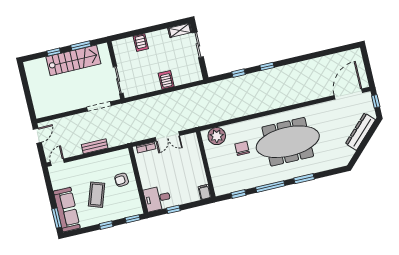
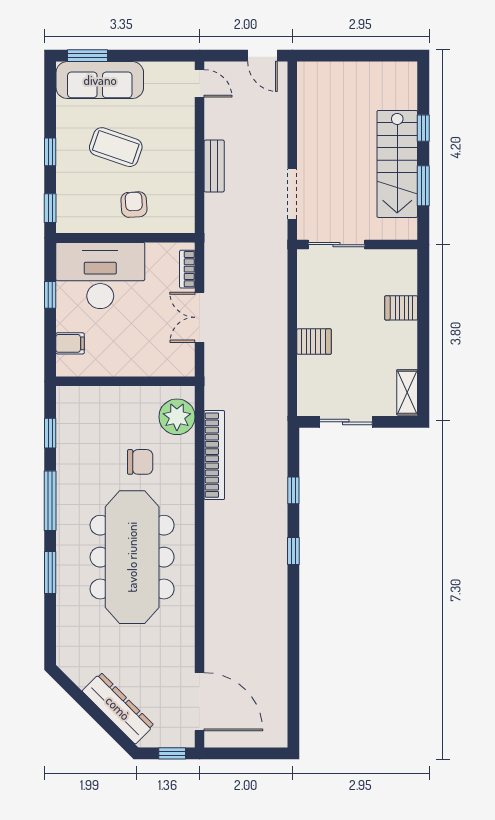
sliding door: (198, 45) -> (346, 422), moved
bookcase: (231, 114) -> (214, 455), added
filing cabinet: (205, 192) -> (70, 343), moved
desk: (157, 198) -> (100, 275), width x1.87, depth x1.30

